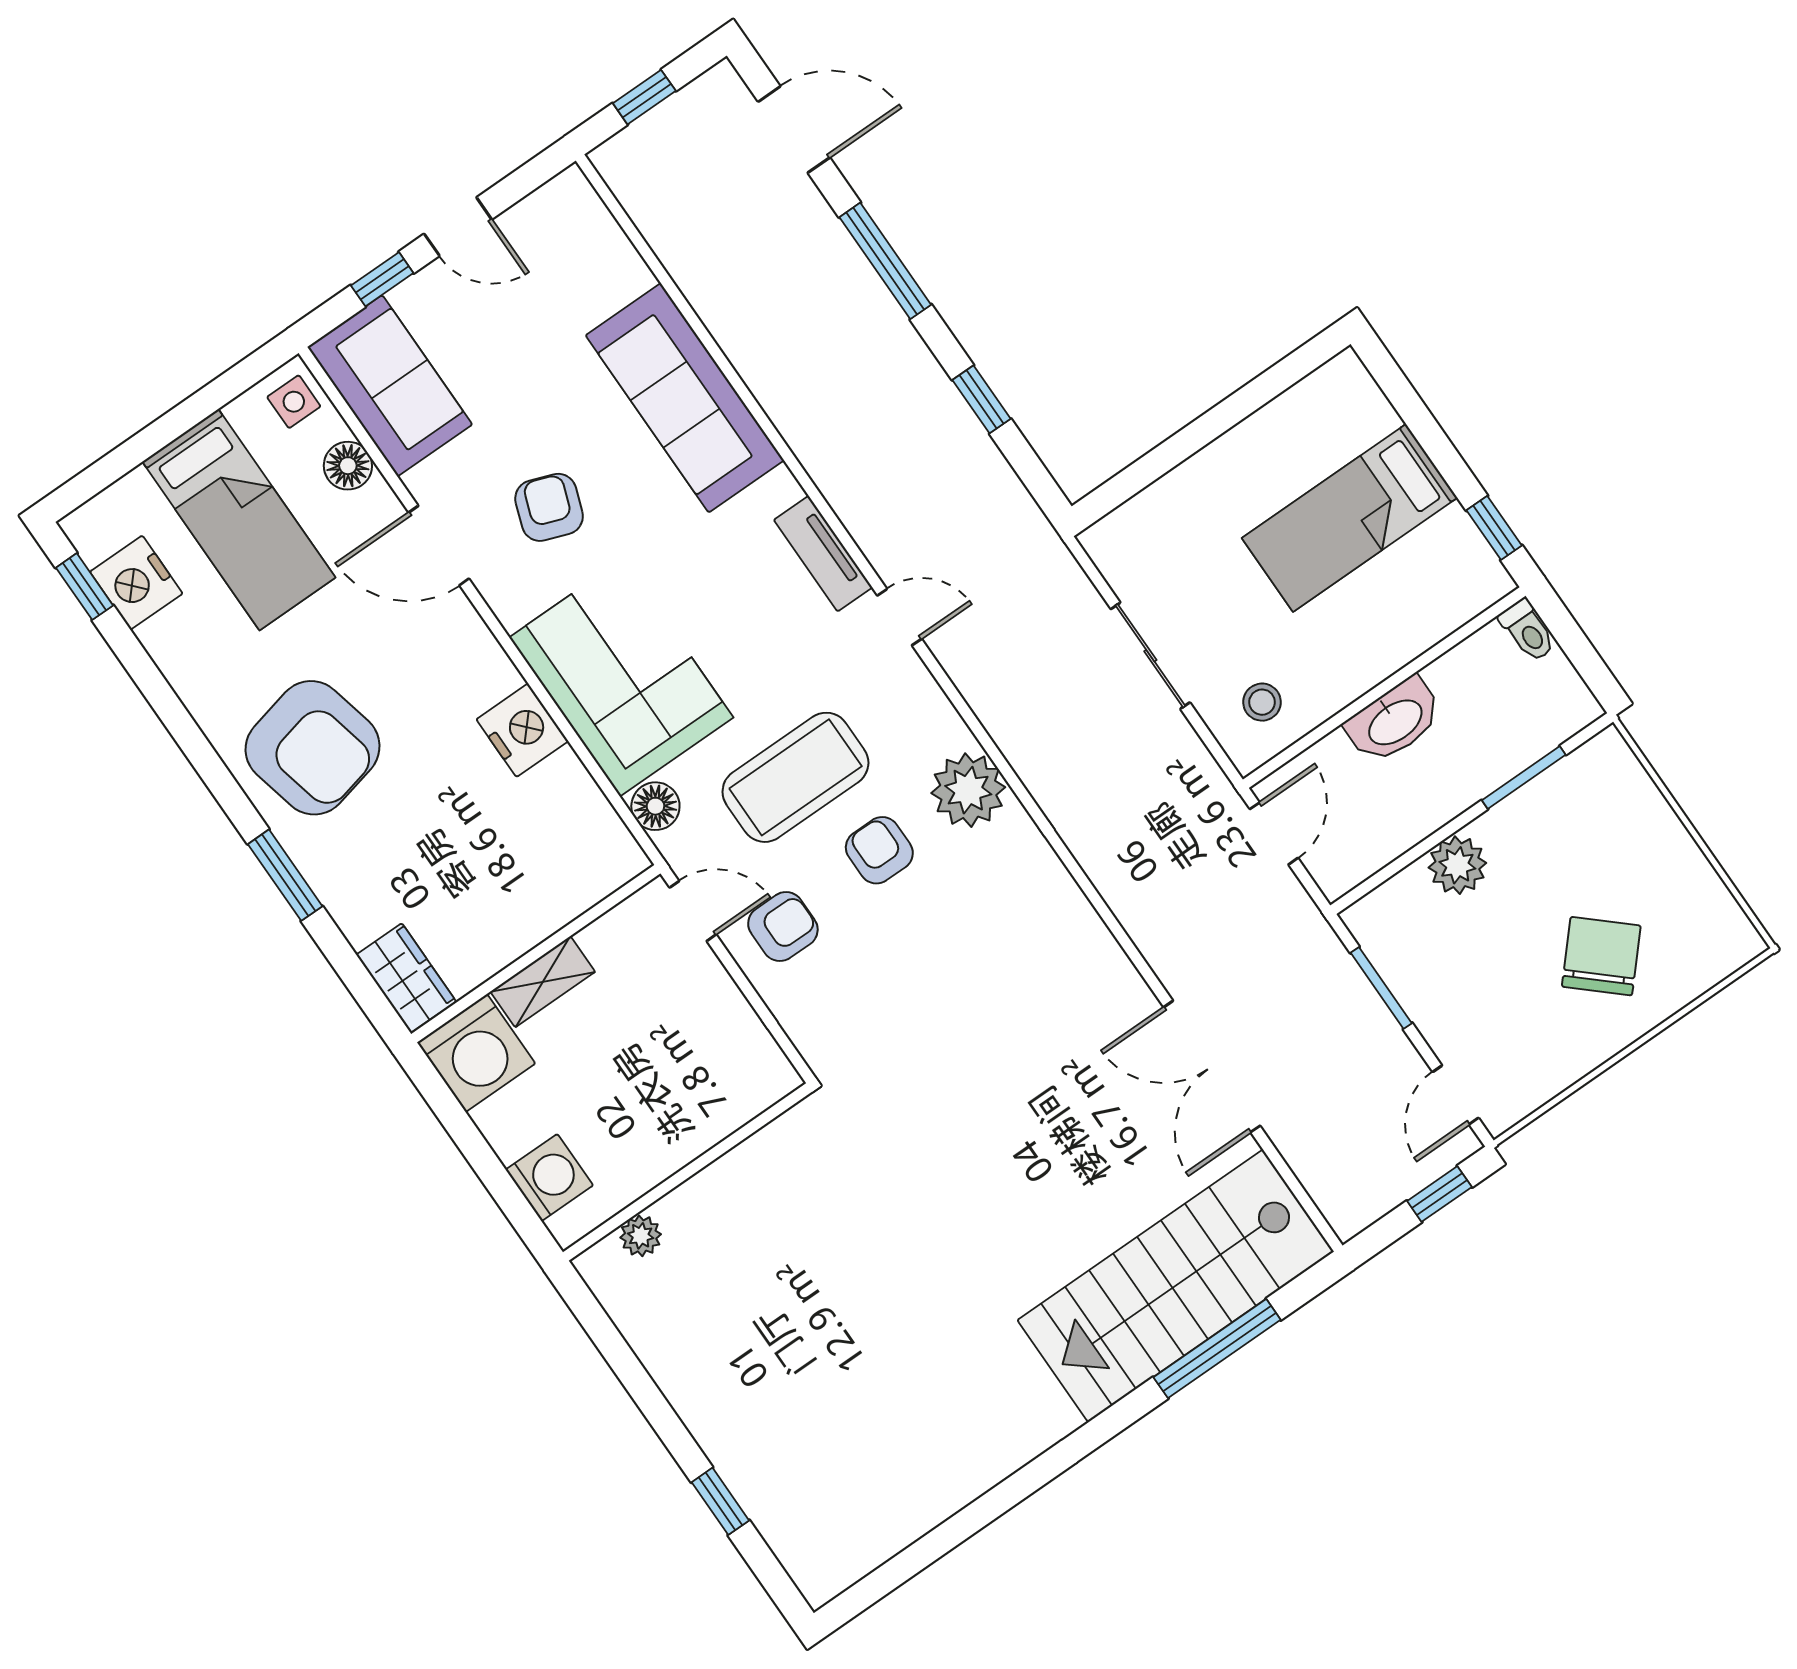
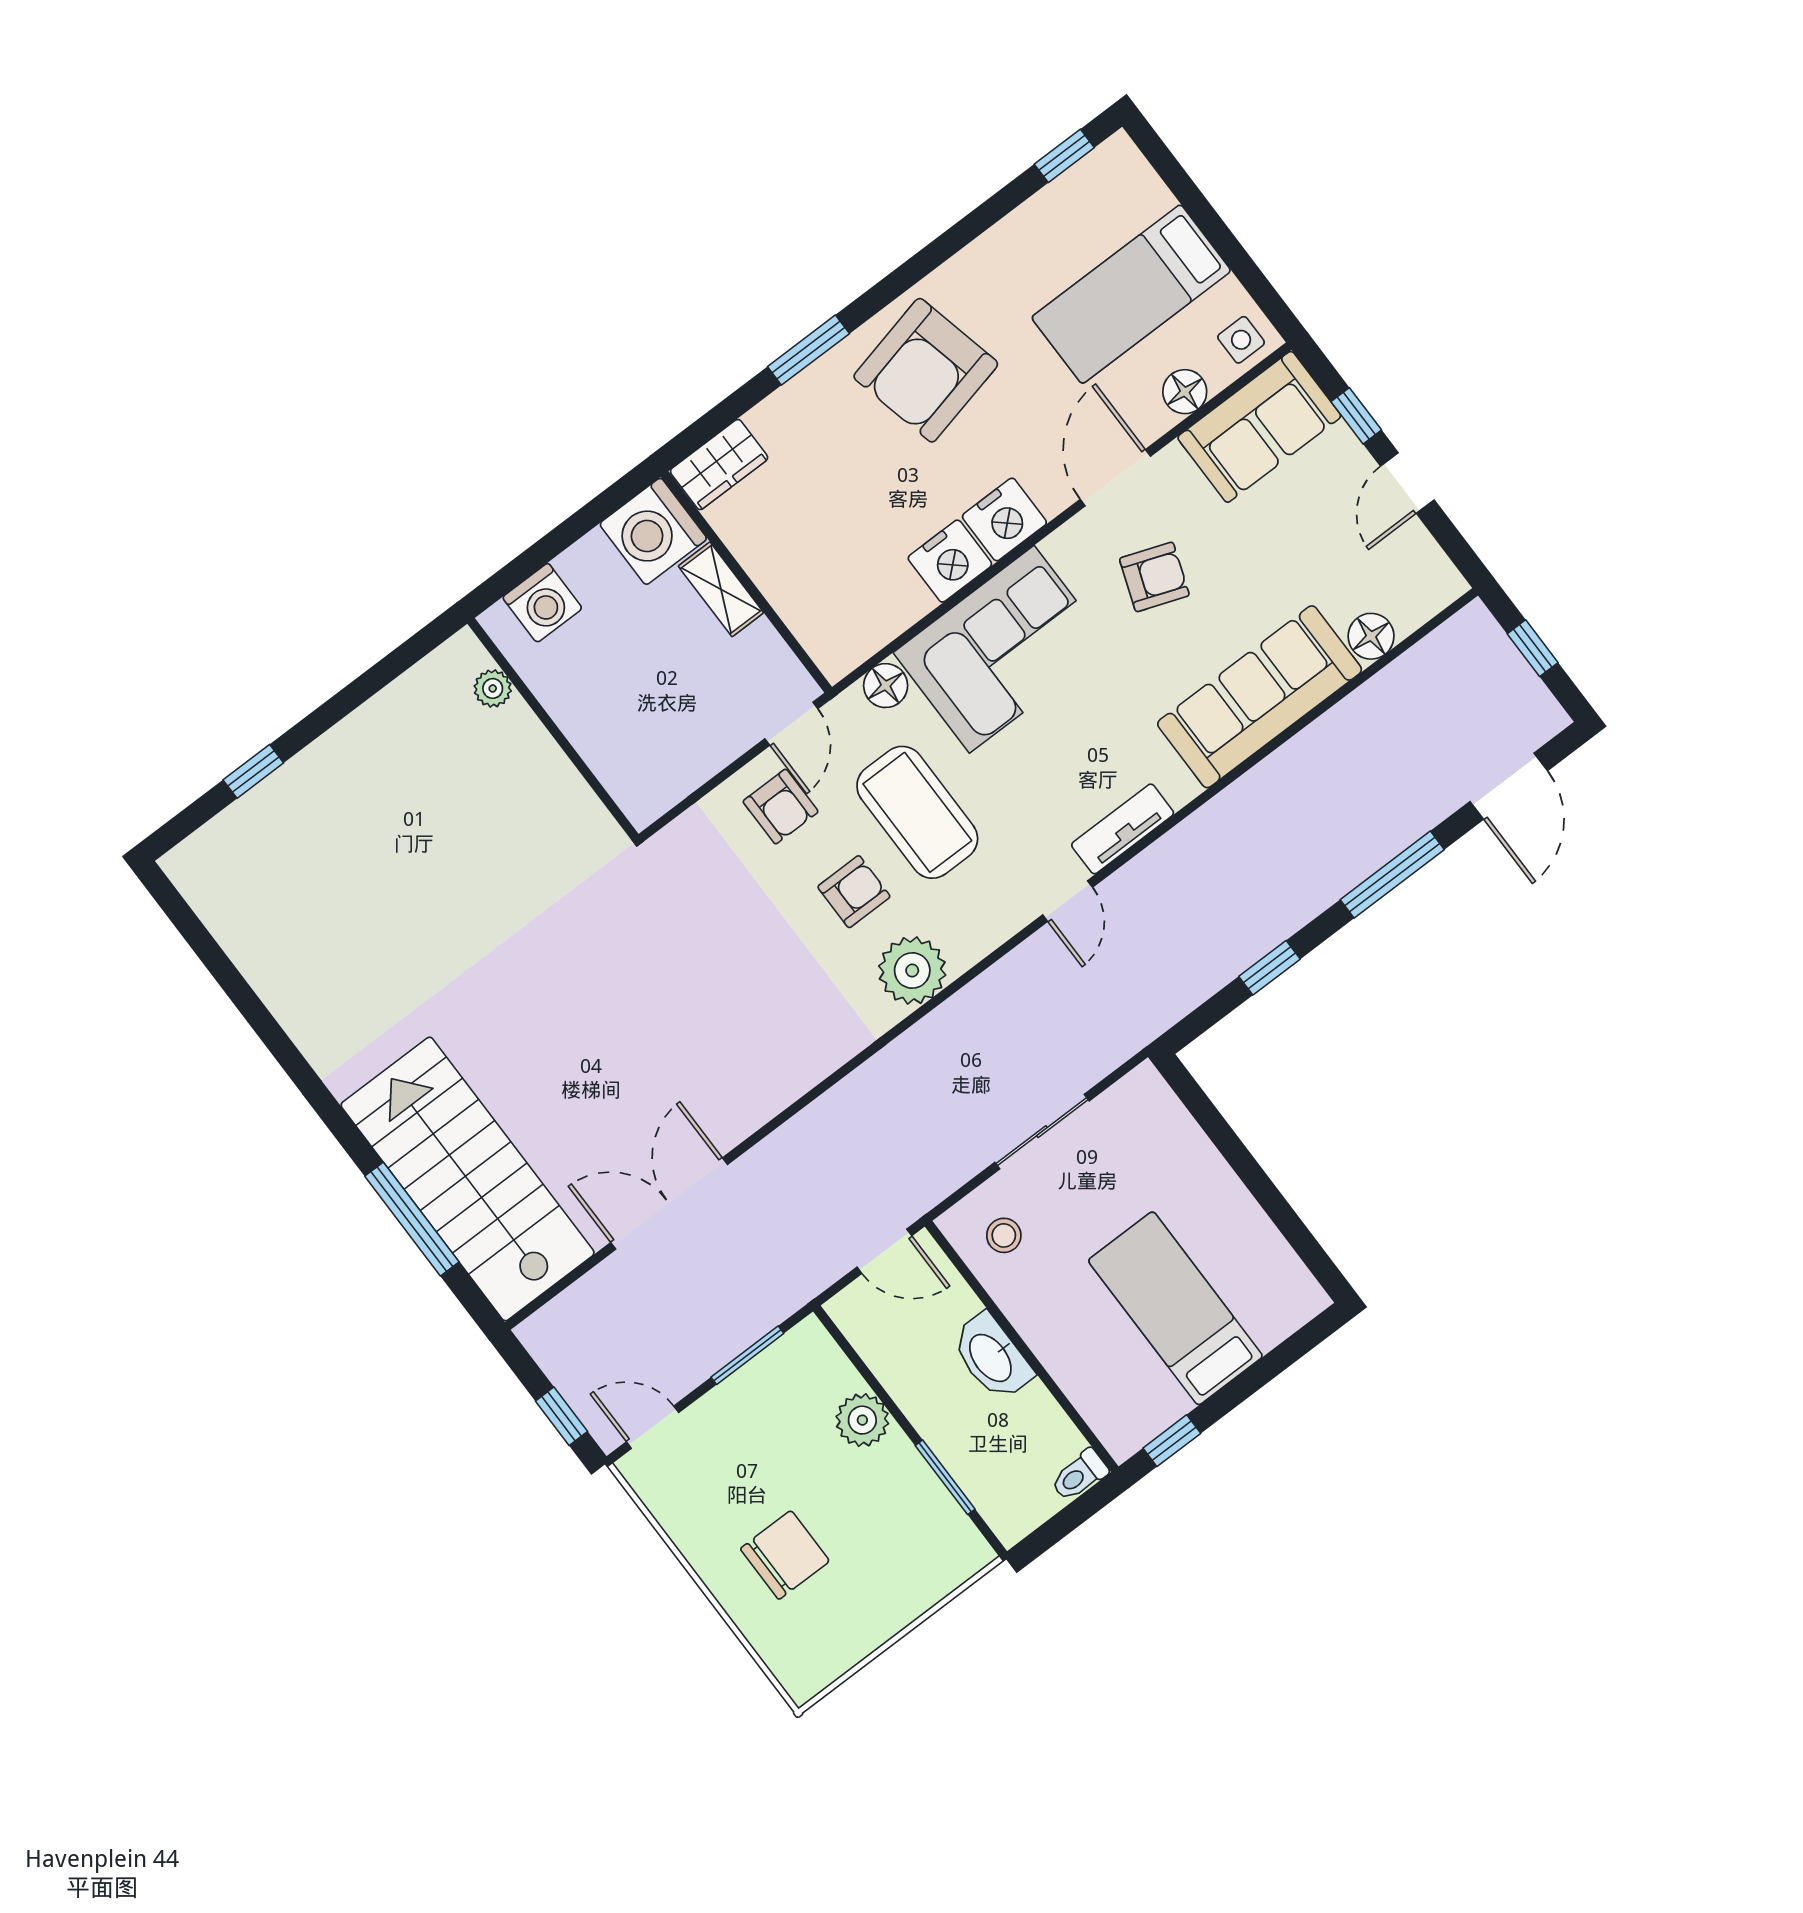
floor lamp: (624, 273) -> (1371, 636), added
nightstand: (136, 583) -> (1004, 519), moved, turned 180
chair: (1601, 956) -> (785, 1555), turned -42

